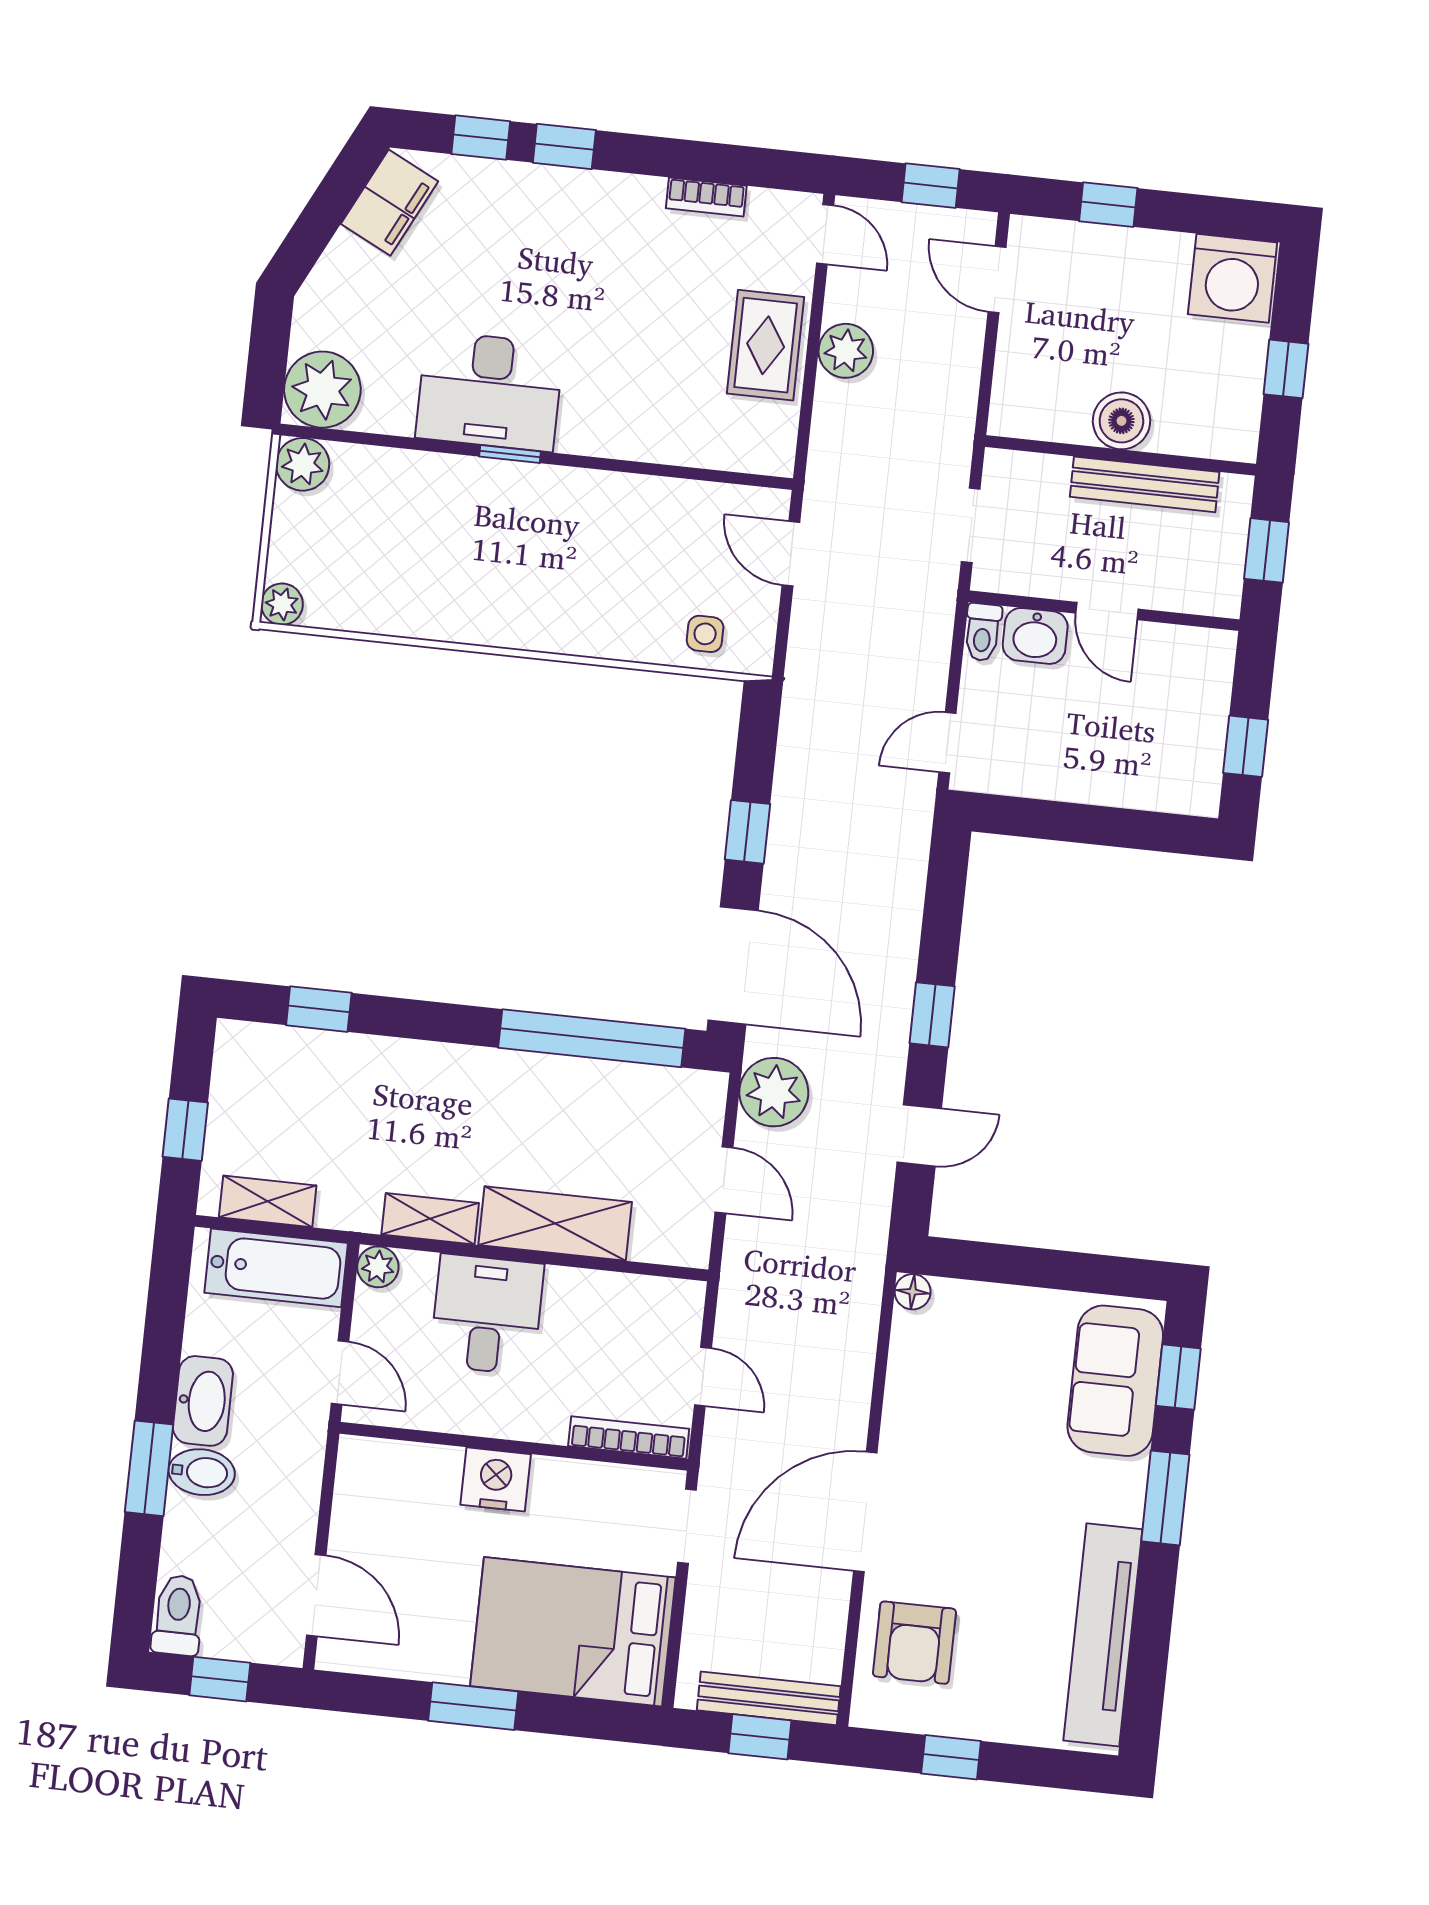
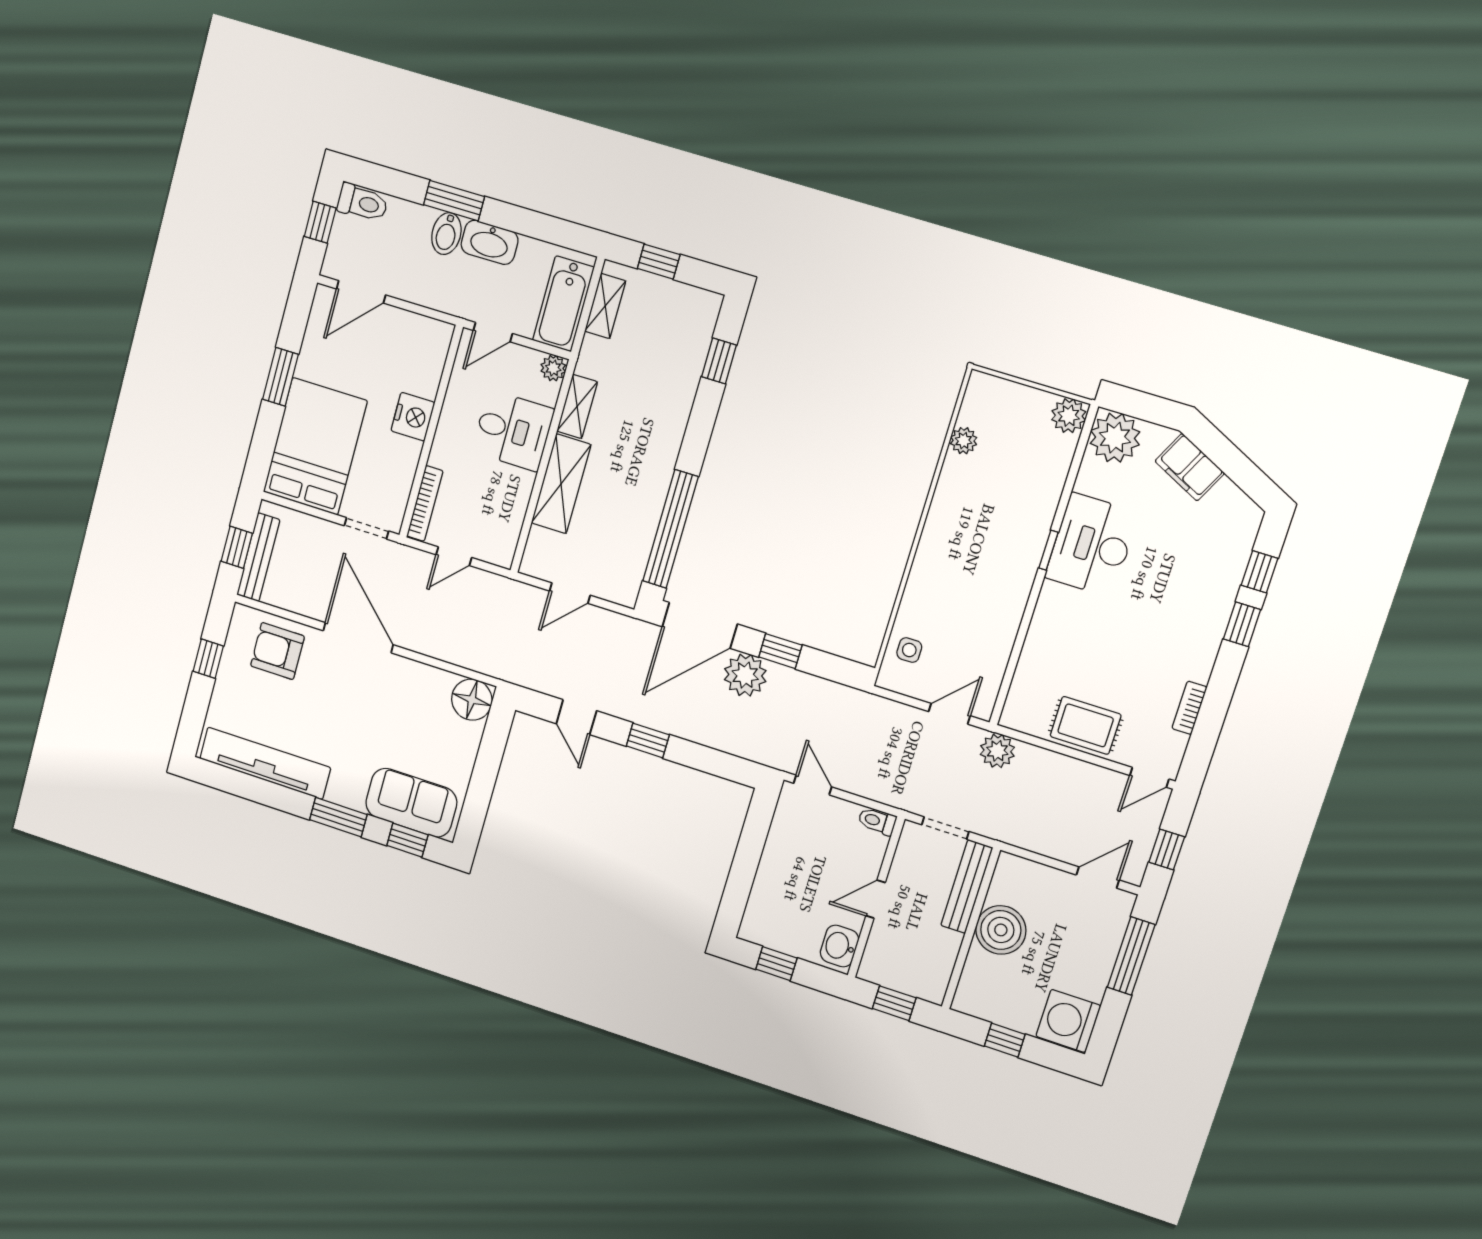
filing cabinet: (390, 203) -> (1190, 467), moved
window: (1108, 205) -> (1131, 956), width x2.17
plant: (846, 351) -> (997, 751), moved
boiler: (1121, 421) -> (1001, 930), width x1.37, depth x1.37
bench: (1145, 484) -> (967, 887), moved
plant: (282, 604) -> (964, 441), moved
washbasin: (1035, 636) -> (839, 946), moved
plant: (774, 1092) -> (745, 675), moved
floor lamp: (913, 1292) -> (472, 700), width x1.89, depth x1.89

